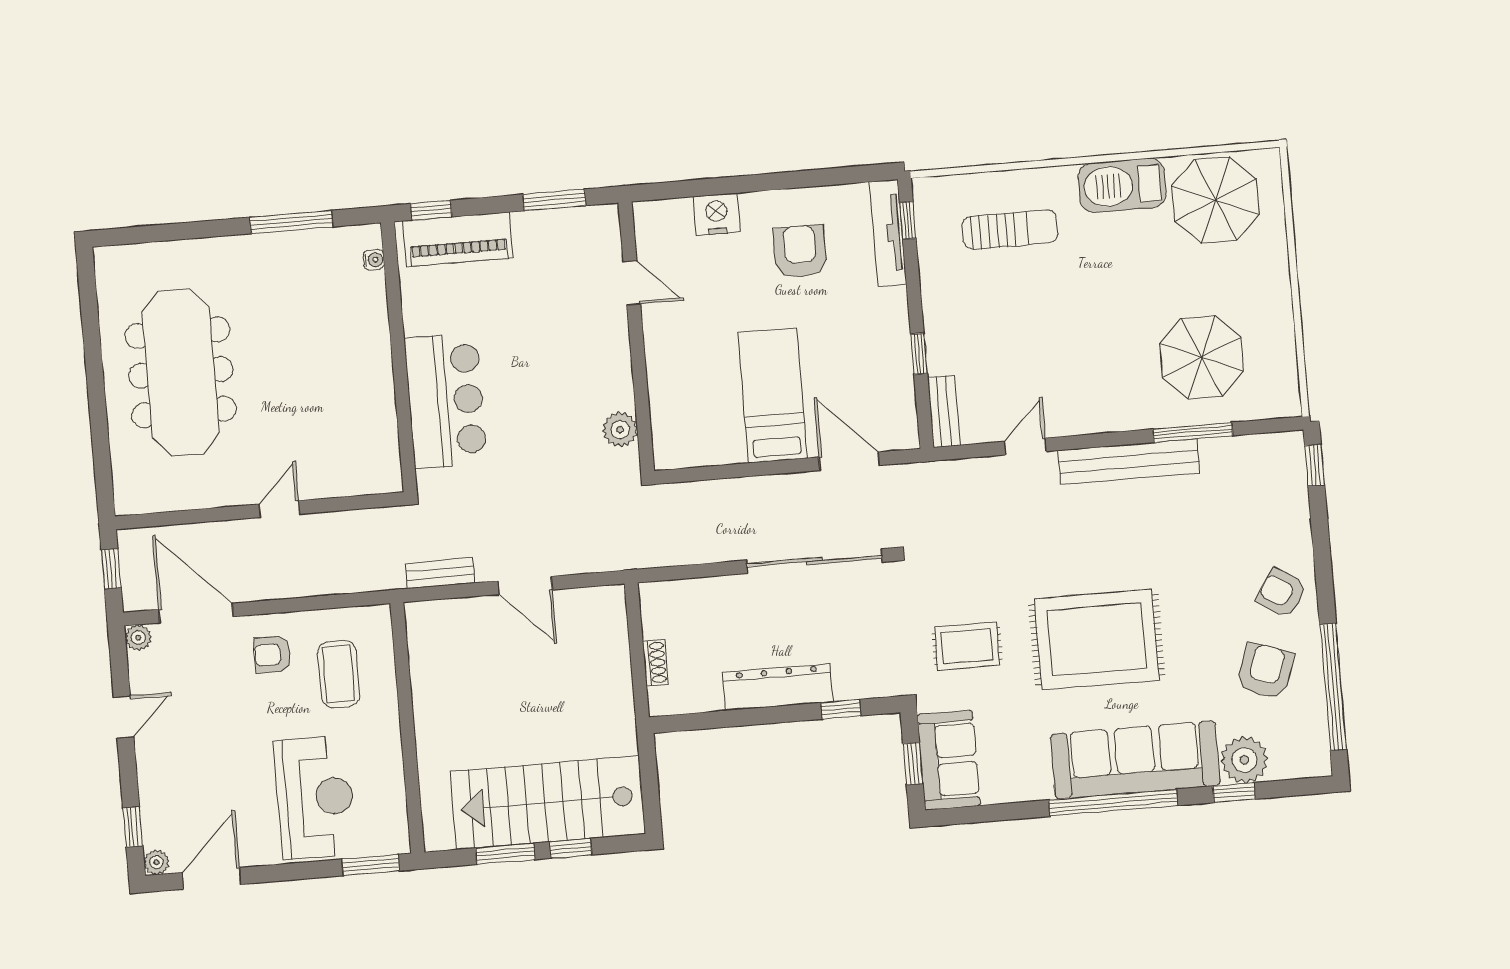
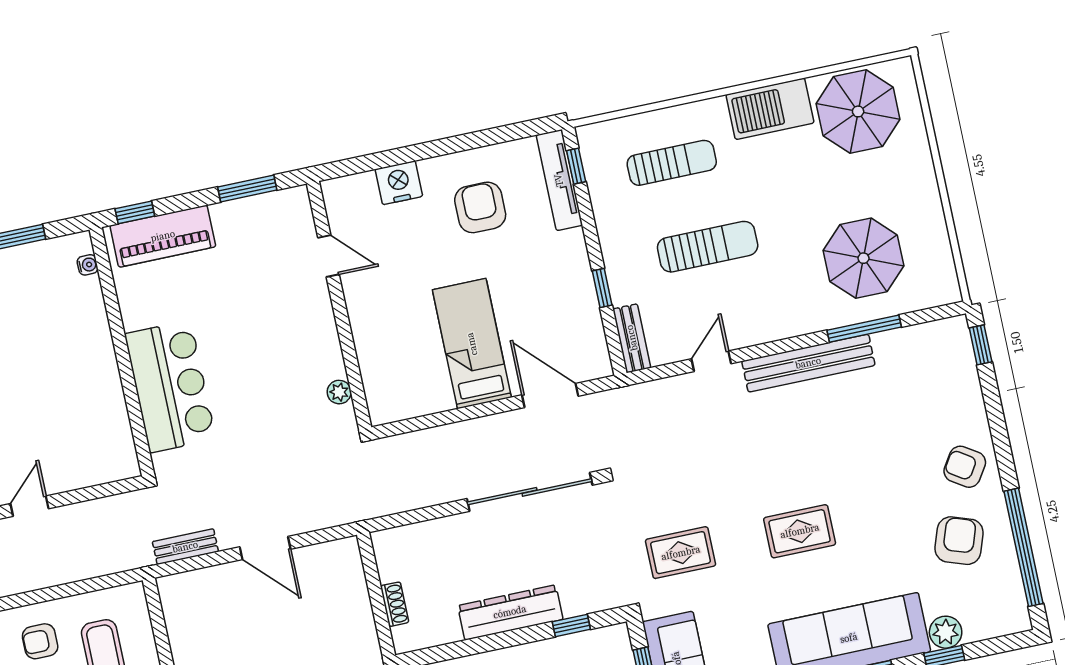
sun lounger: (1037, 324) -> (708, 247), added
plant: (620, 430) -> (339, 392), width x0.73, depth x0.73
rug: (1097, 640) -> (800, 531), width x0.54, depth x0.49
plant: (1244, 760) -> (946, 632), width x0.73, depth x0.73

